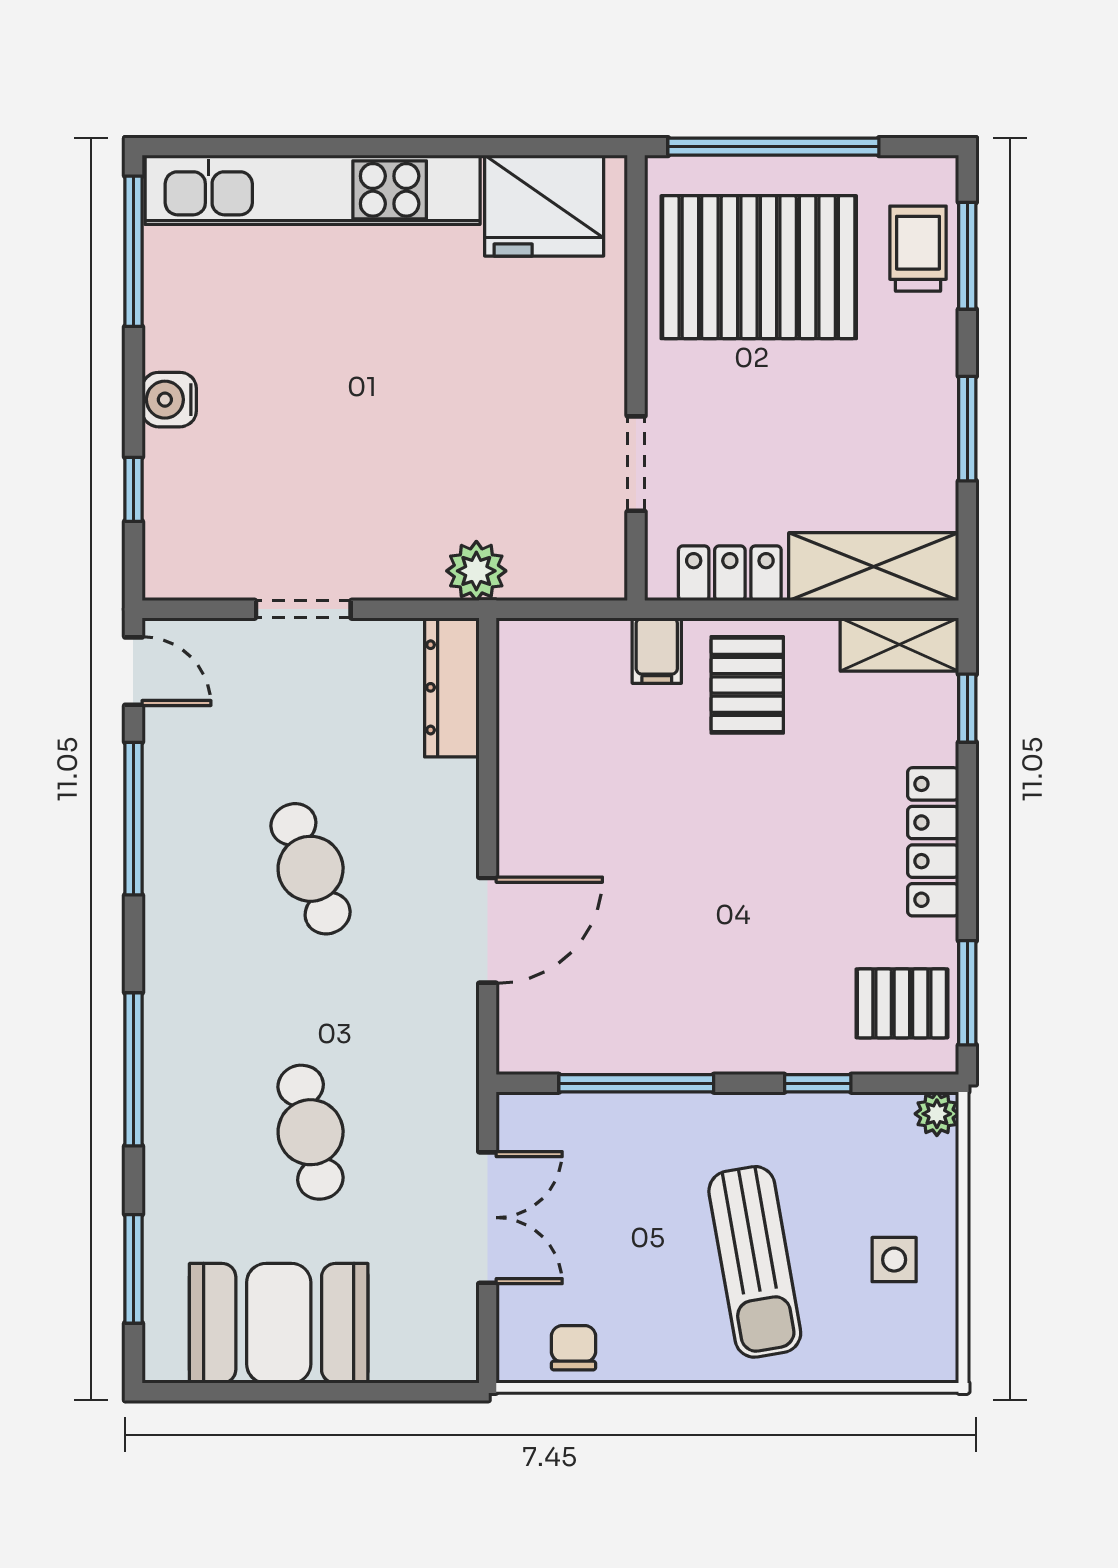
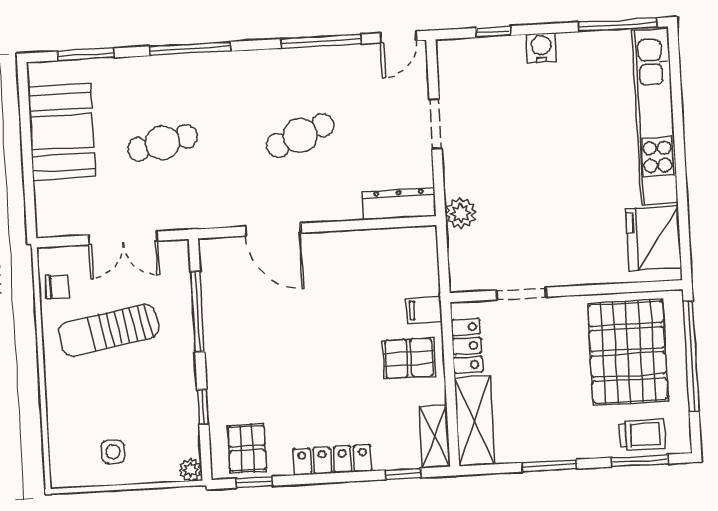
window: (967, 993) -> (254, 482), width x0.67
sun lounger: (755, 1262) -> (109, 330), moved

